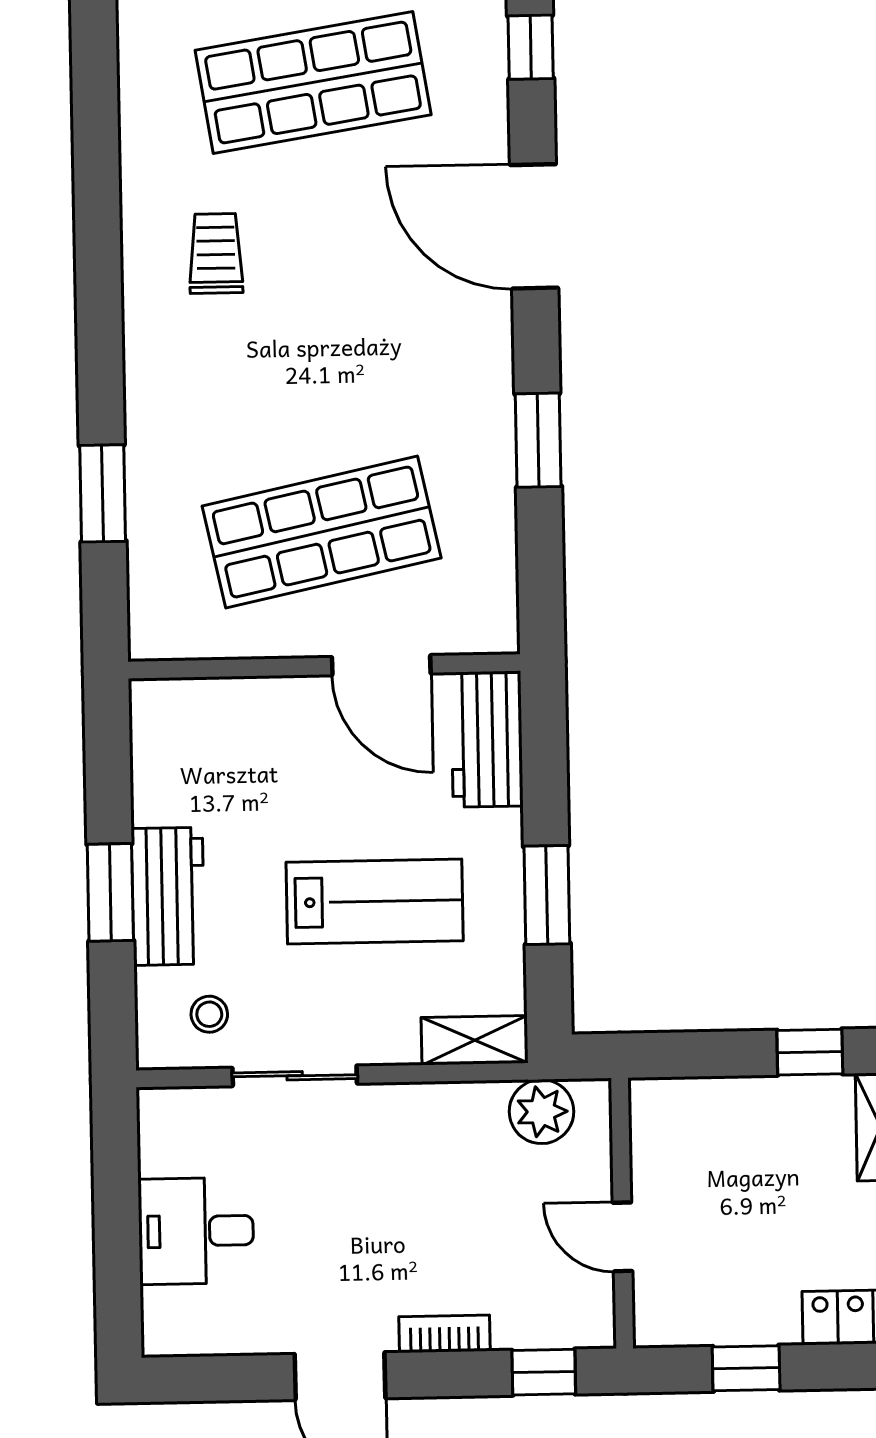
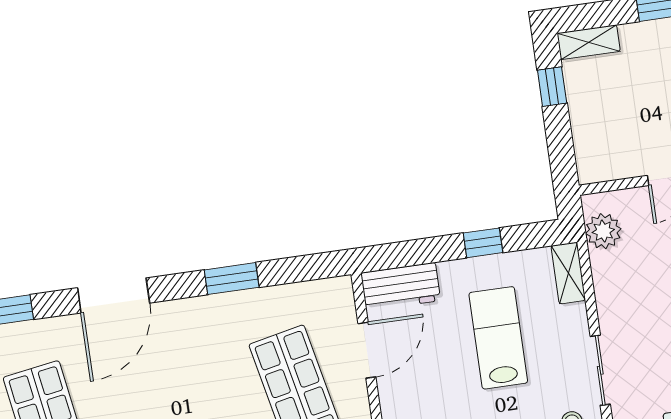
window: (547, 895) -> (483, 243), width x0.67

